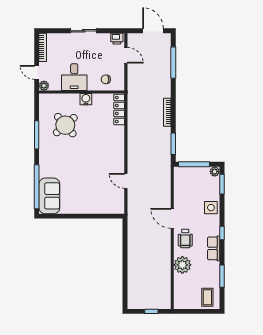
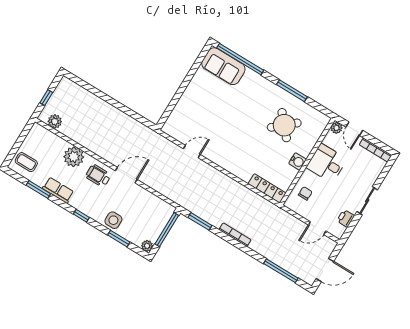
printer: (117, 39) -> (346, 218), moved
door: (37, 72) -> (354, 129), swing flipped
window: (222, 184) -> (119, 239), moved
row of seats: (214, 248) -> (58, 190), moved
plant: (165, 295) -> (55, 121), added

